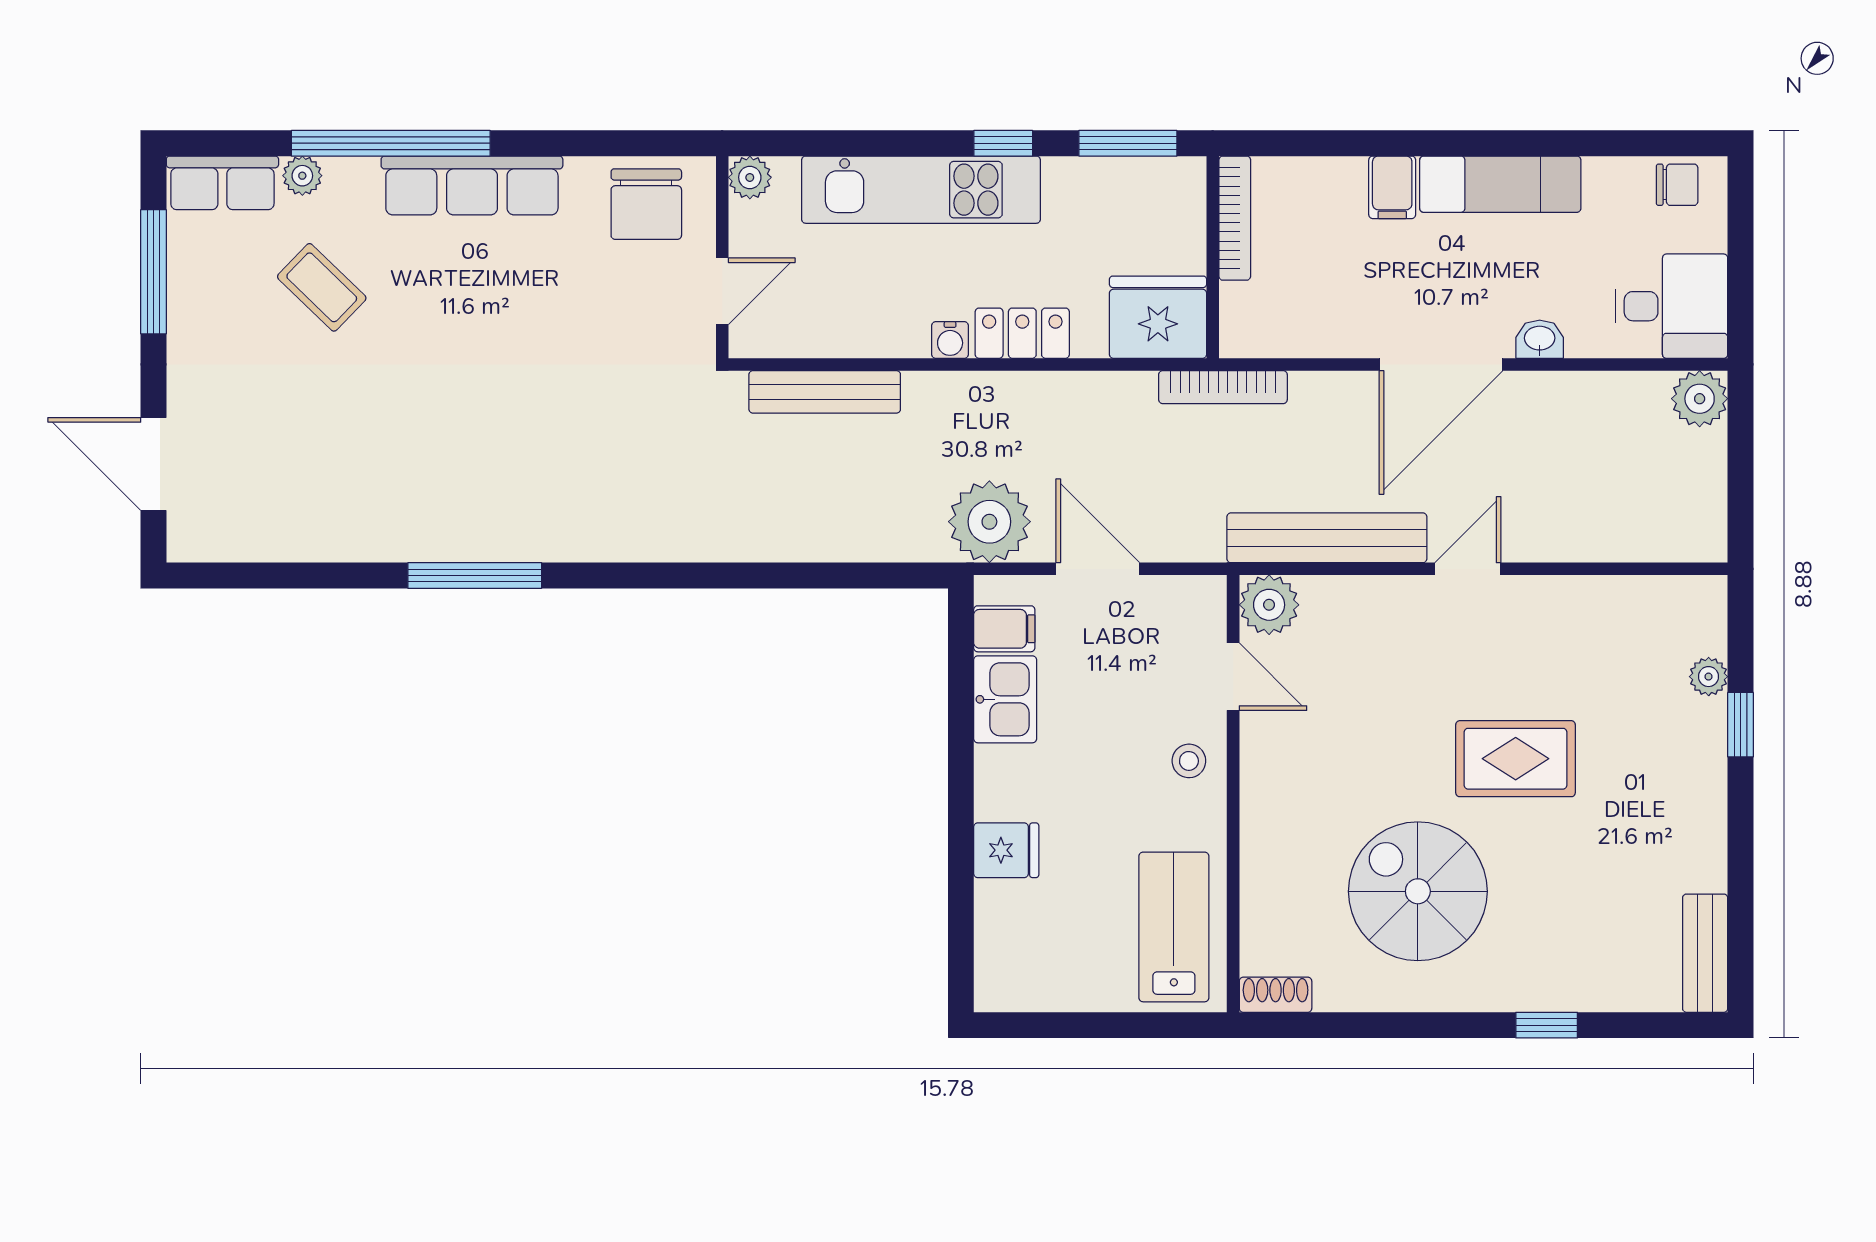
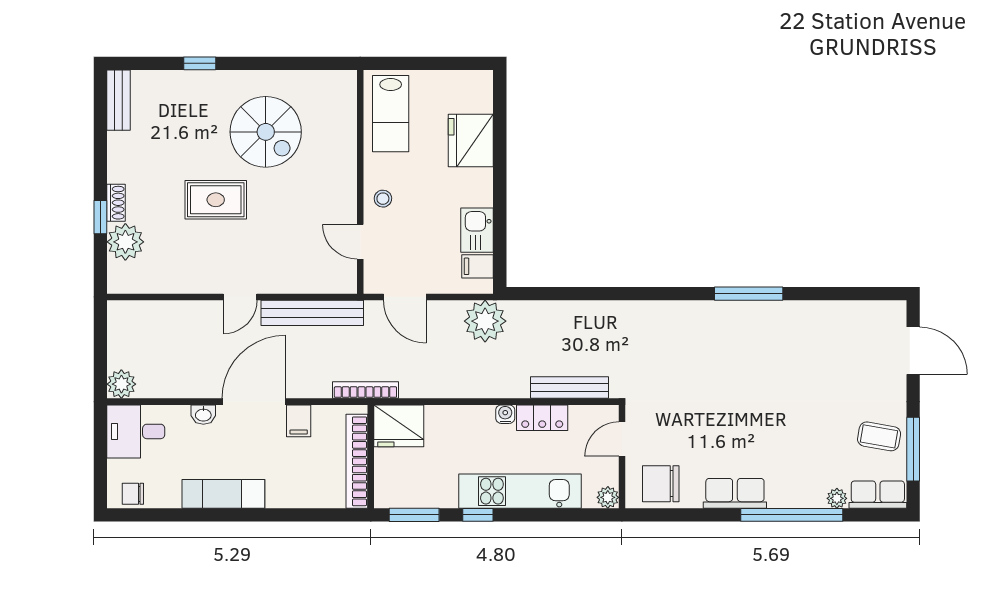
row of seats: (472, 185) -> (735, 493), width x0.68
filing cabinet: (1392, 187) -> (299, 421), moved, turned 180
chair: (646, 204) -> (661, 484), turned -90
bookcase: (1235, 218) -> (357, 461), width x1.48, depth x1.31
coffee table: (322, 287) -> (879, 436), moved, turned -34
locker: (1022, 333) -> (542, 418), moved
door: (1098, 569) -> (405, 297), moved
plant: (1269, 605) -> (342, 279), removed
plant: (1709, 677) -> (125, 242), width x1.88, depth x1.88
fridge: (1006, 850) -> (471, 141), width x1.88, depth x1.34
shoe rack: (1276, 995) -> (116, 203), moved, turned -90

